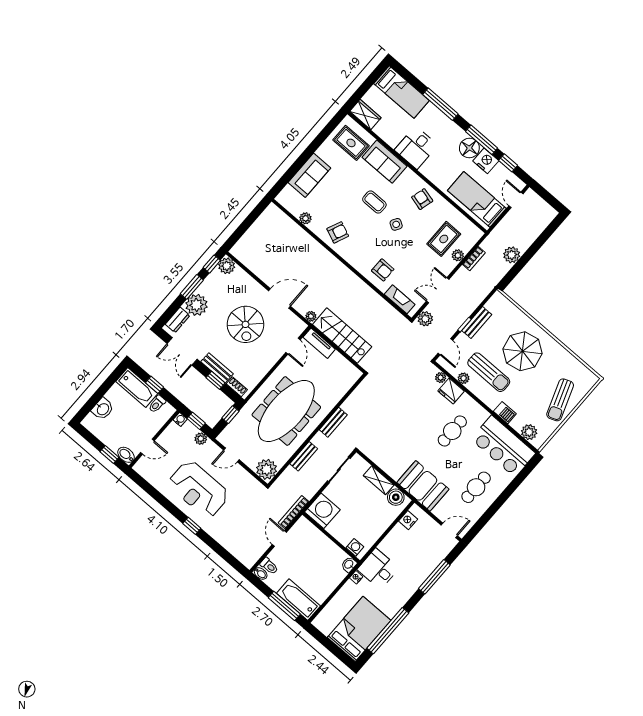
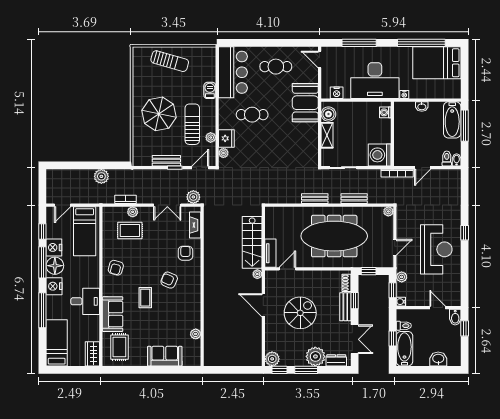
nightstand: (452, 132) -> (54, 286), added
side table: (396, 224) -> (148, 270), removed
armchair: (338, 232) -> (169, 280), moved
sun lounger: (560, 400) -> (170, 61), turned 36
plant: (529, 432) -> (209, 63), removed
door: (231, 455) -> (395, 247), hinge flipped
plant: (267, 469) -> (388, 211), width x0.53, depth x0.53
washbasin: (349, 564) -> (422, 107), moved
desk: (378, 569) -> (375, 81), width x1.87, depth x1.30

